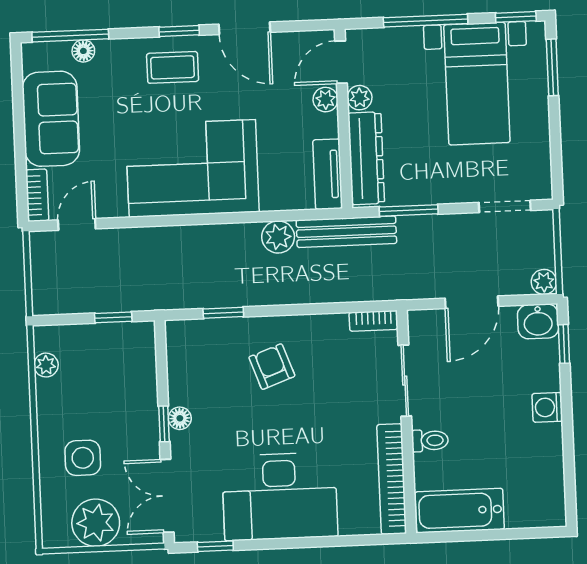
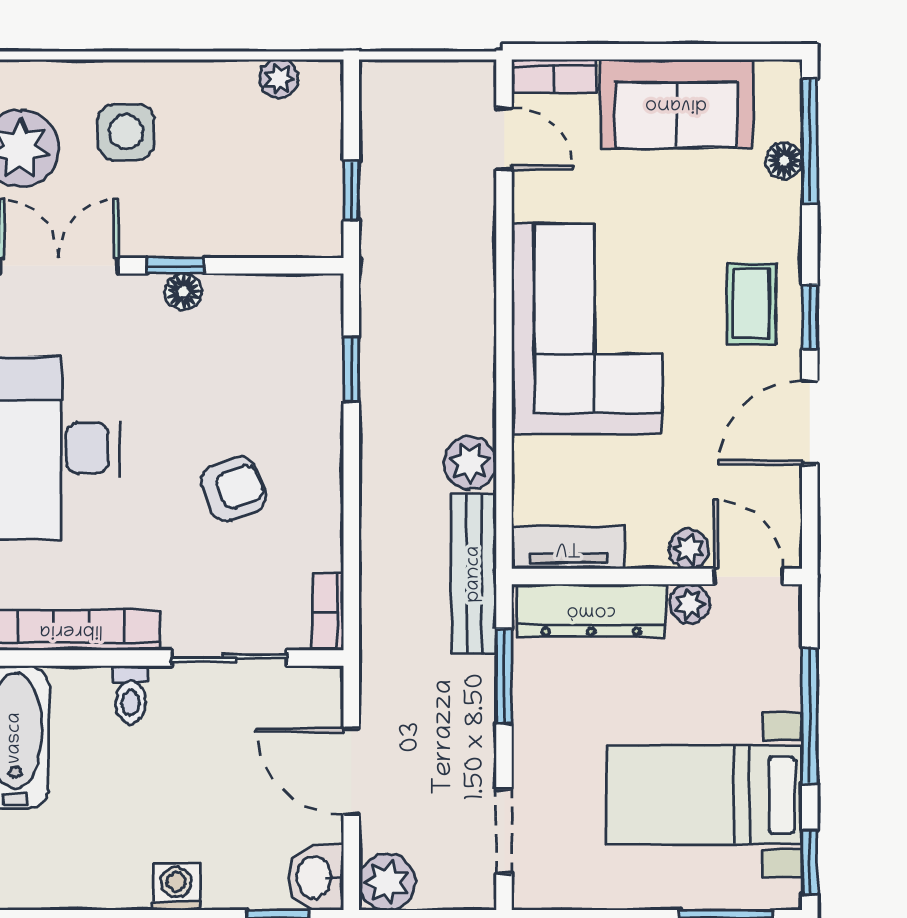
plant: (544, 282) -> (387, 882), width x1.38, depth x1.38
armchair: (272, 367) -> (233, 489), moved

